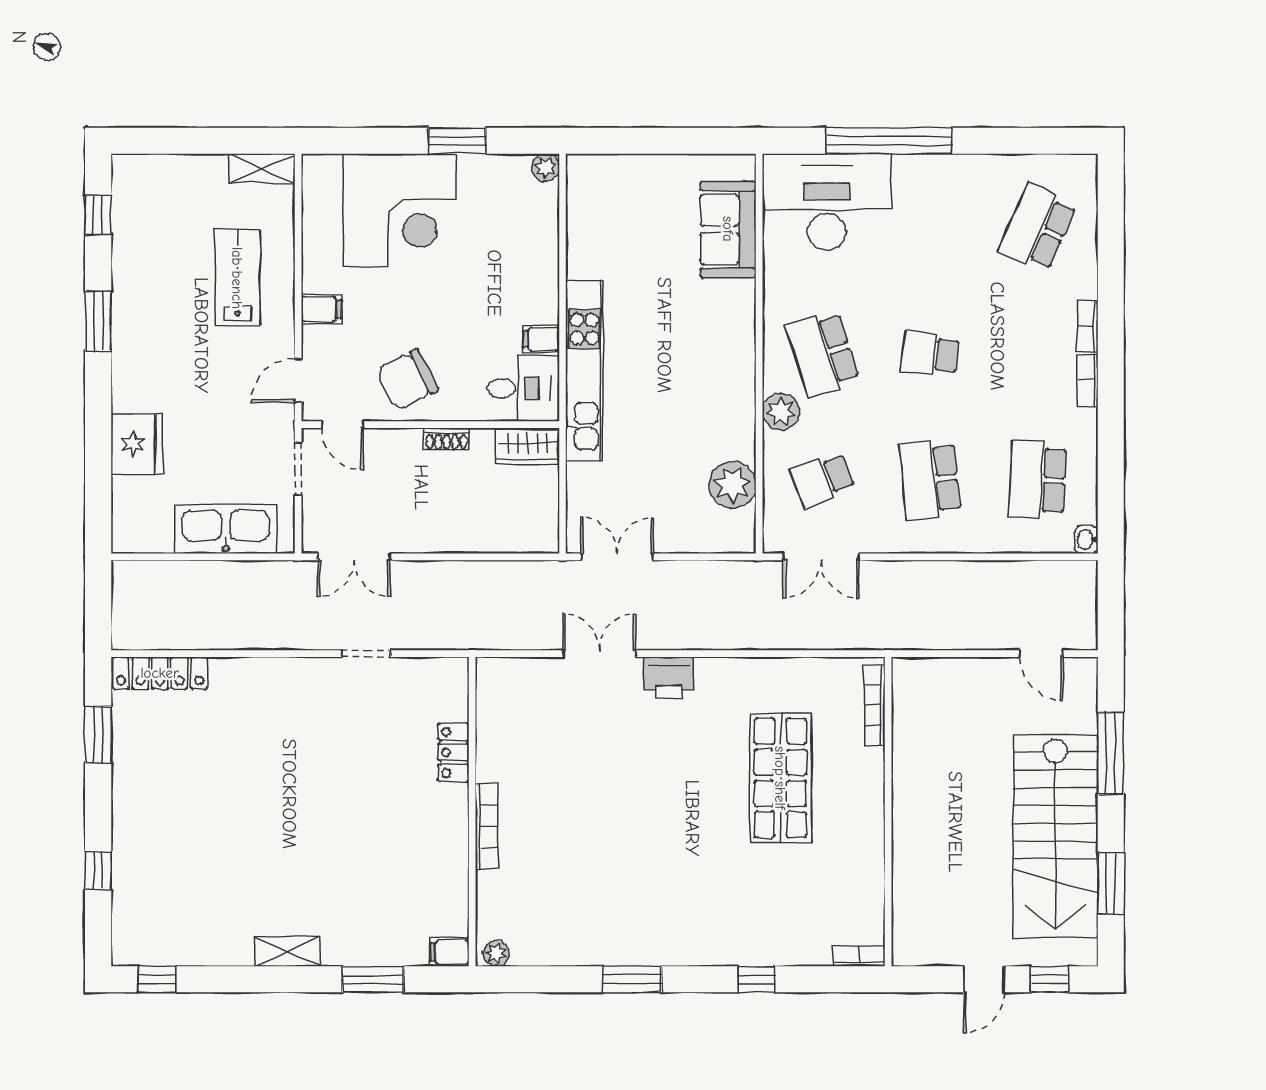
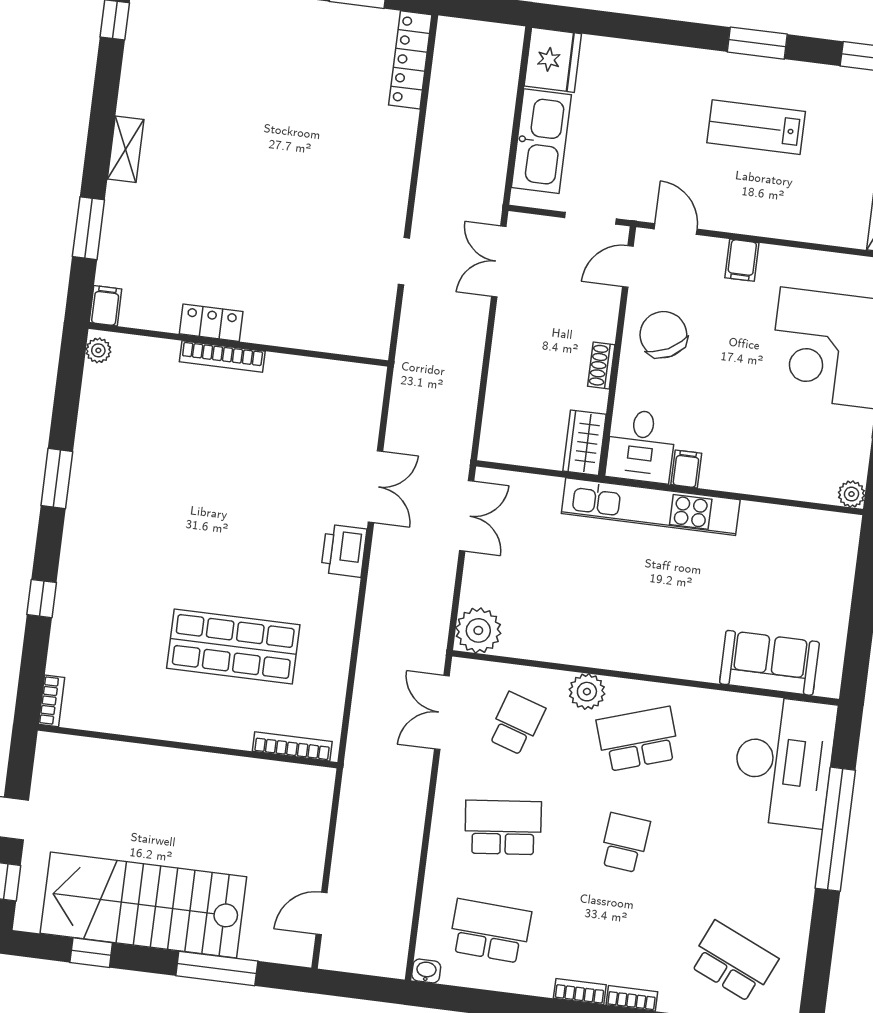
lab bench: (237, 278) -> (756, 127), moved, turned 180
fridge: (137, 444) -> (553, 60), moved, turned -90
school desk: (823, 480) -> (516, 724), turned 39
plant: (733, 485) -> (478, 630), moved
locker: (453, 752) -> (211, 323), moved
window: (1111, 883) -> (91, 953), width x0.67

